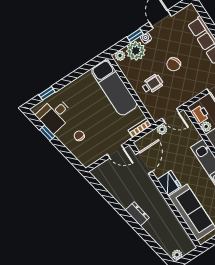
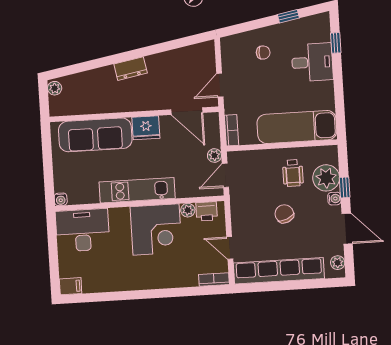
plant: (120, 56) -> (338, 263), moved
wheelchair: (152, 84) -> (293, 173), moved
desk: (55, 115) -> (312, 62), moved, turned 100

